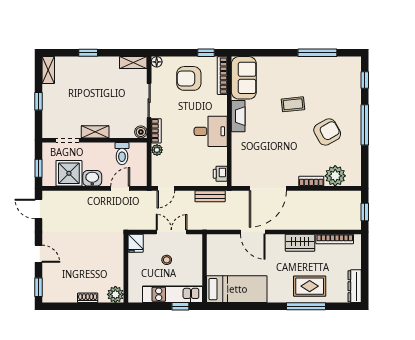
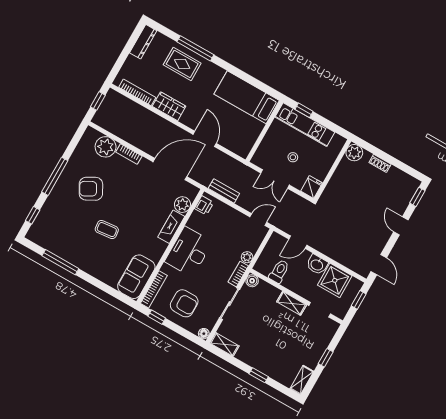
fireplace: (238, 116) -> (171, 227), moved
desk: (211, 131) -> (189, 252), width x1.37
plant: (239, 164) -> (182, 205), added

